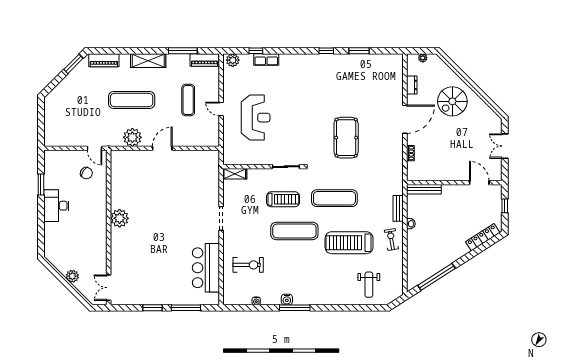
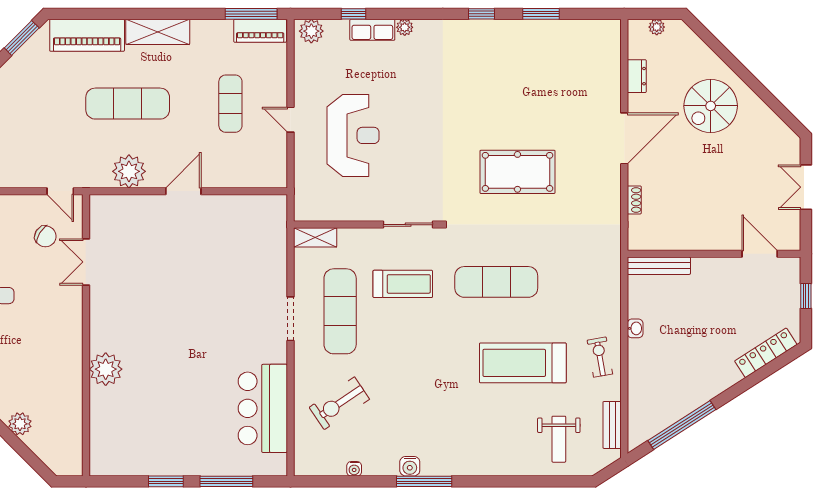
window: (183, 51) -> (251, 14), moved
plant: (284, 58) -> (405, 27), added
piano: (104, 60) -> (87, 35), width x1.37, depth x1.33
pool table: (346, 138) -> (517, 172), turned 90
bench: (398, 208) -> (612, 425), moved
plant: (120, 218) -> (106, 369), moved
exercise mat: (294, 231) -> (340, 311), moved, turned 90
exercise bike: (248, 265) -> (339, 403), turned 146
double door: (109, 288) -> (86, 262), moved

